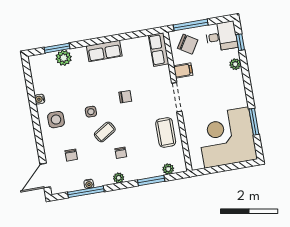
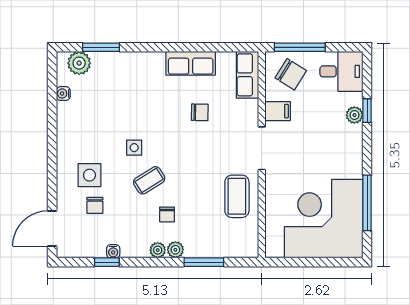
window: (240, 42) -> (367, 111), moved
row of seats: (104, 51) -> (191, 63), moved
plant: (64, 58) -> (79, 63), moved
chair: (125, 97) -> (200, 112), moved
water cooler: (40, 99) -> (63, 93), moved
side table: (56, 120) -> (89, 175), moved
window: (254, 122) -> (367, 203), width x1.44
plant: (168, 169) -> (175, 250), moved
window: (86, 192) -> (107, 262), width x0.46

